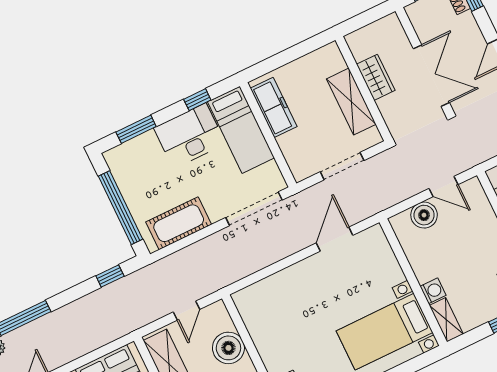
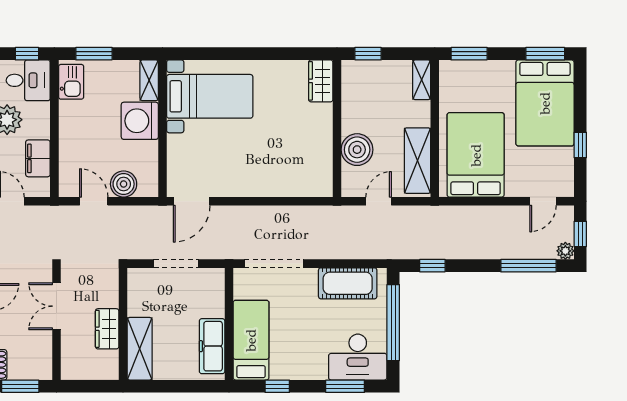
double door: (431, 76) -> (56, 306), width x0.73
shelving: (351, 102) -> (140, 349), moved
desk: (190, 136) -> (358, 357), moved
door: (335, 239) -> (192, 201), moved
washing machine: (433, 291) -> (140, 121), width x1.89, depth x1.89

